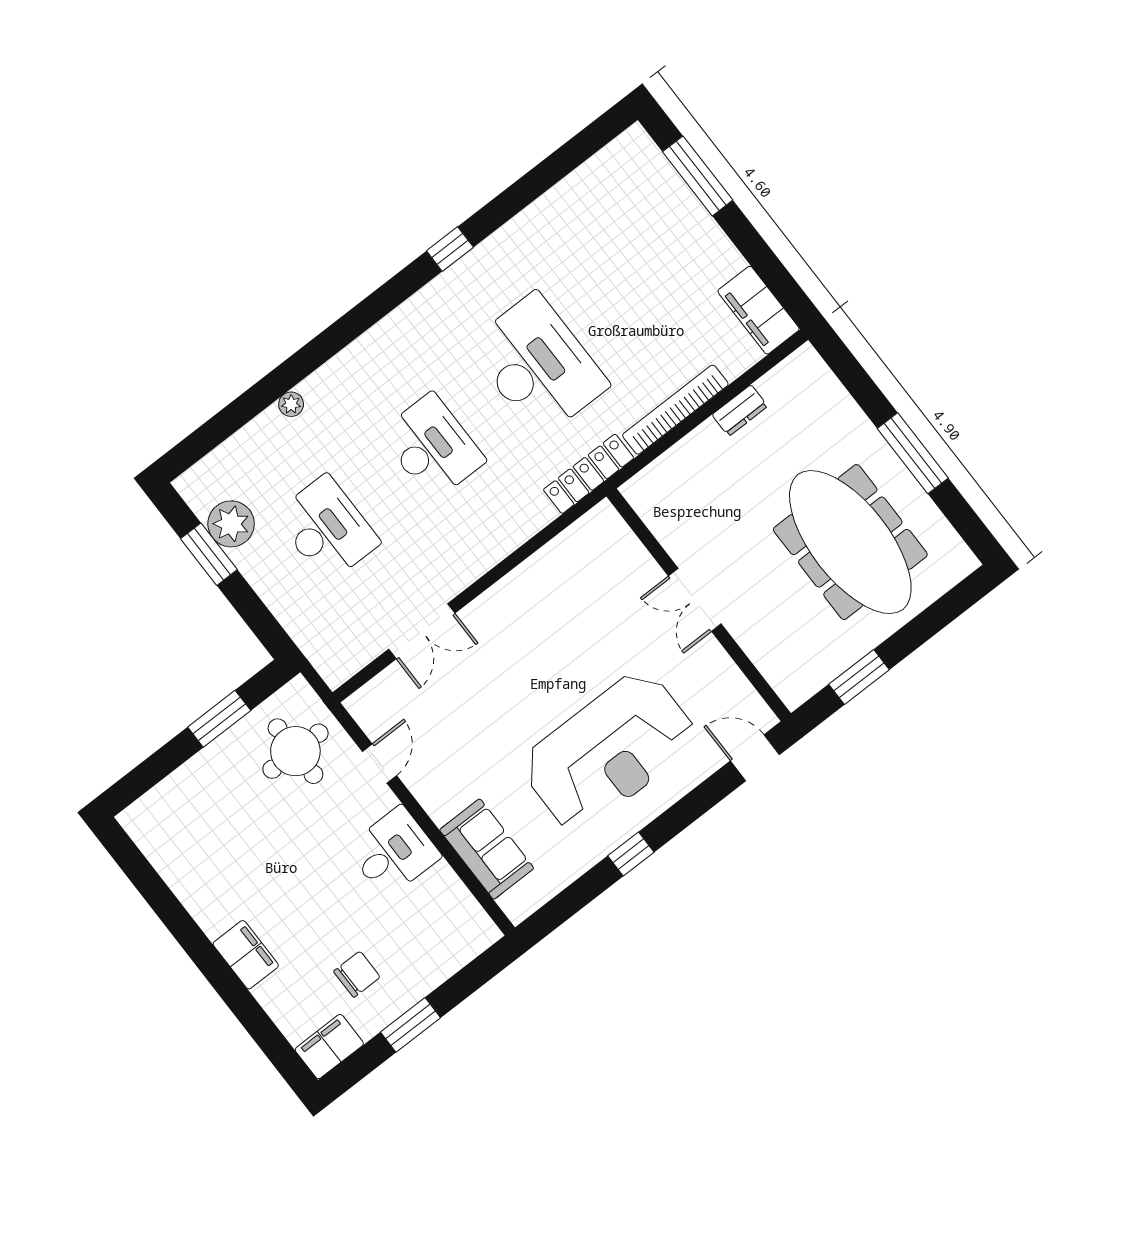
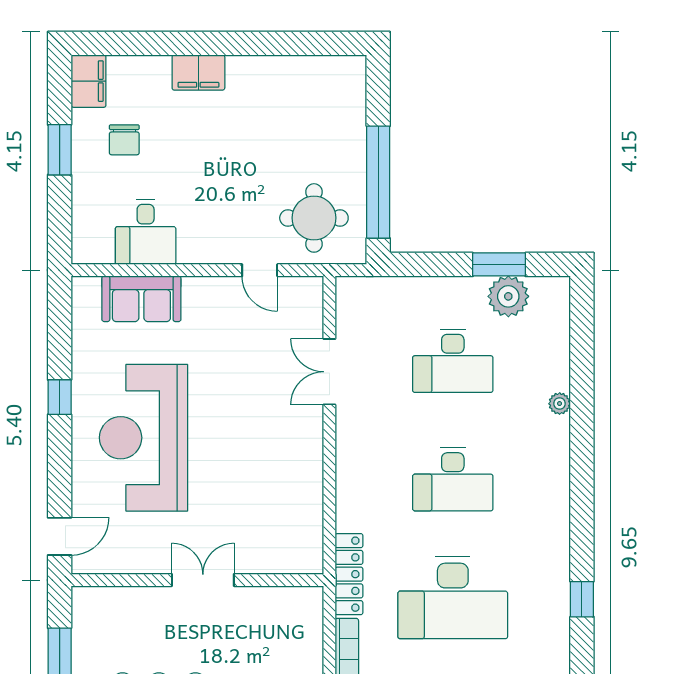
window: (219, 719) -> (378, 182), width x2.11
desk: (394, 852) -> (146, 232), moved

